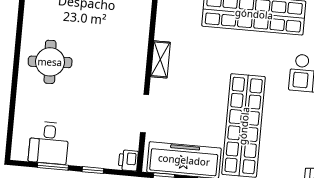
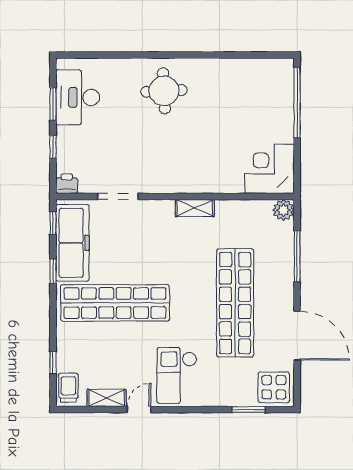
shelving: (160, 59) -> (195, 208), moved
desk: (49, 143) -> (78, 97), width x1.37

